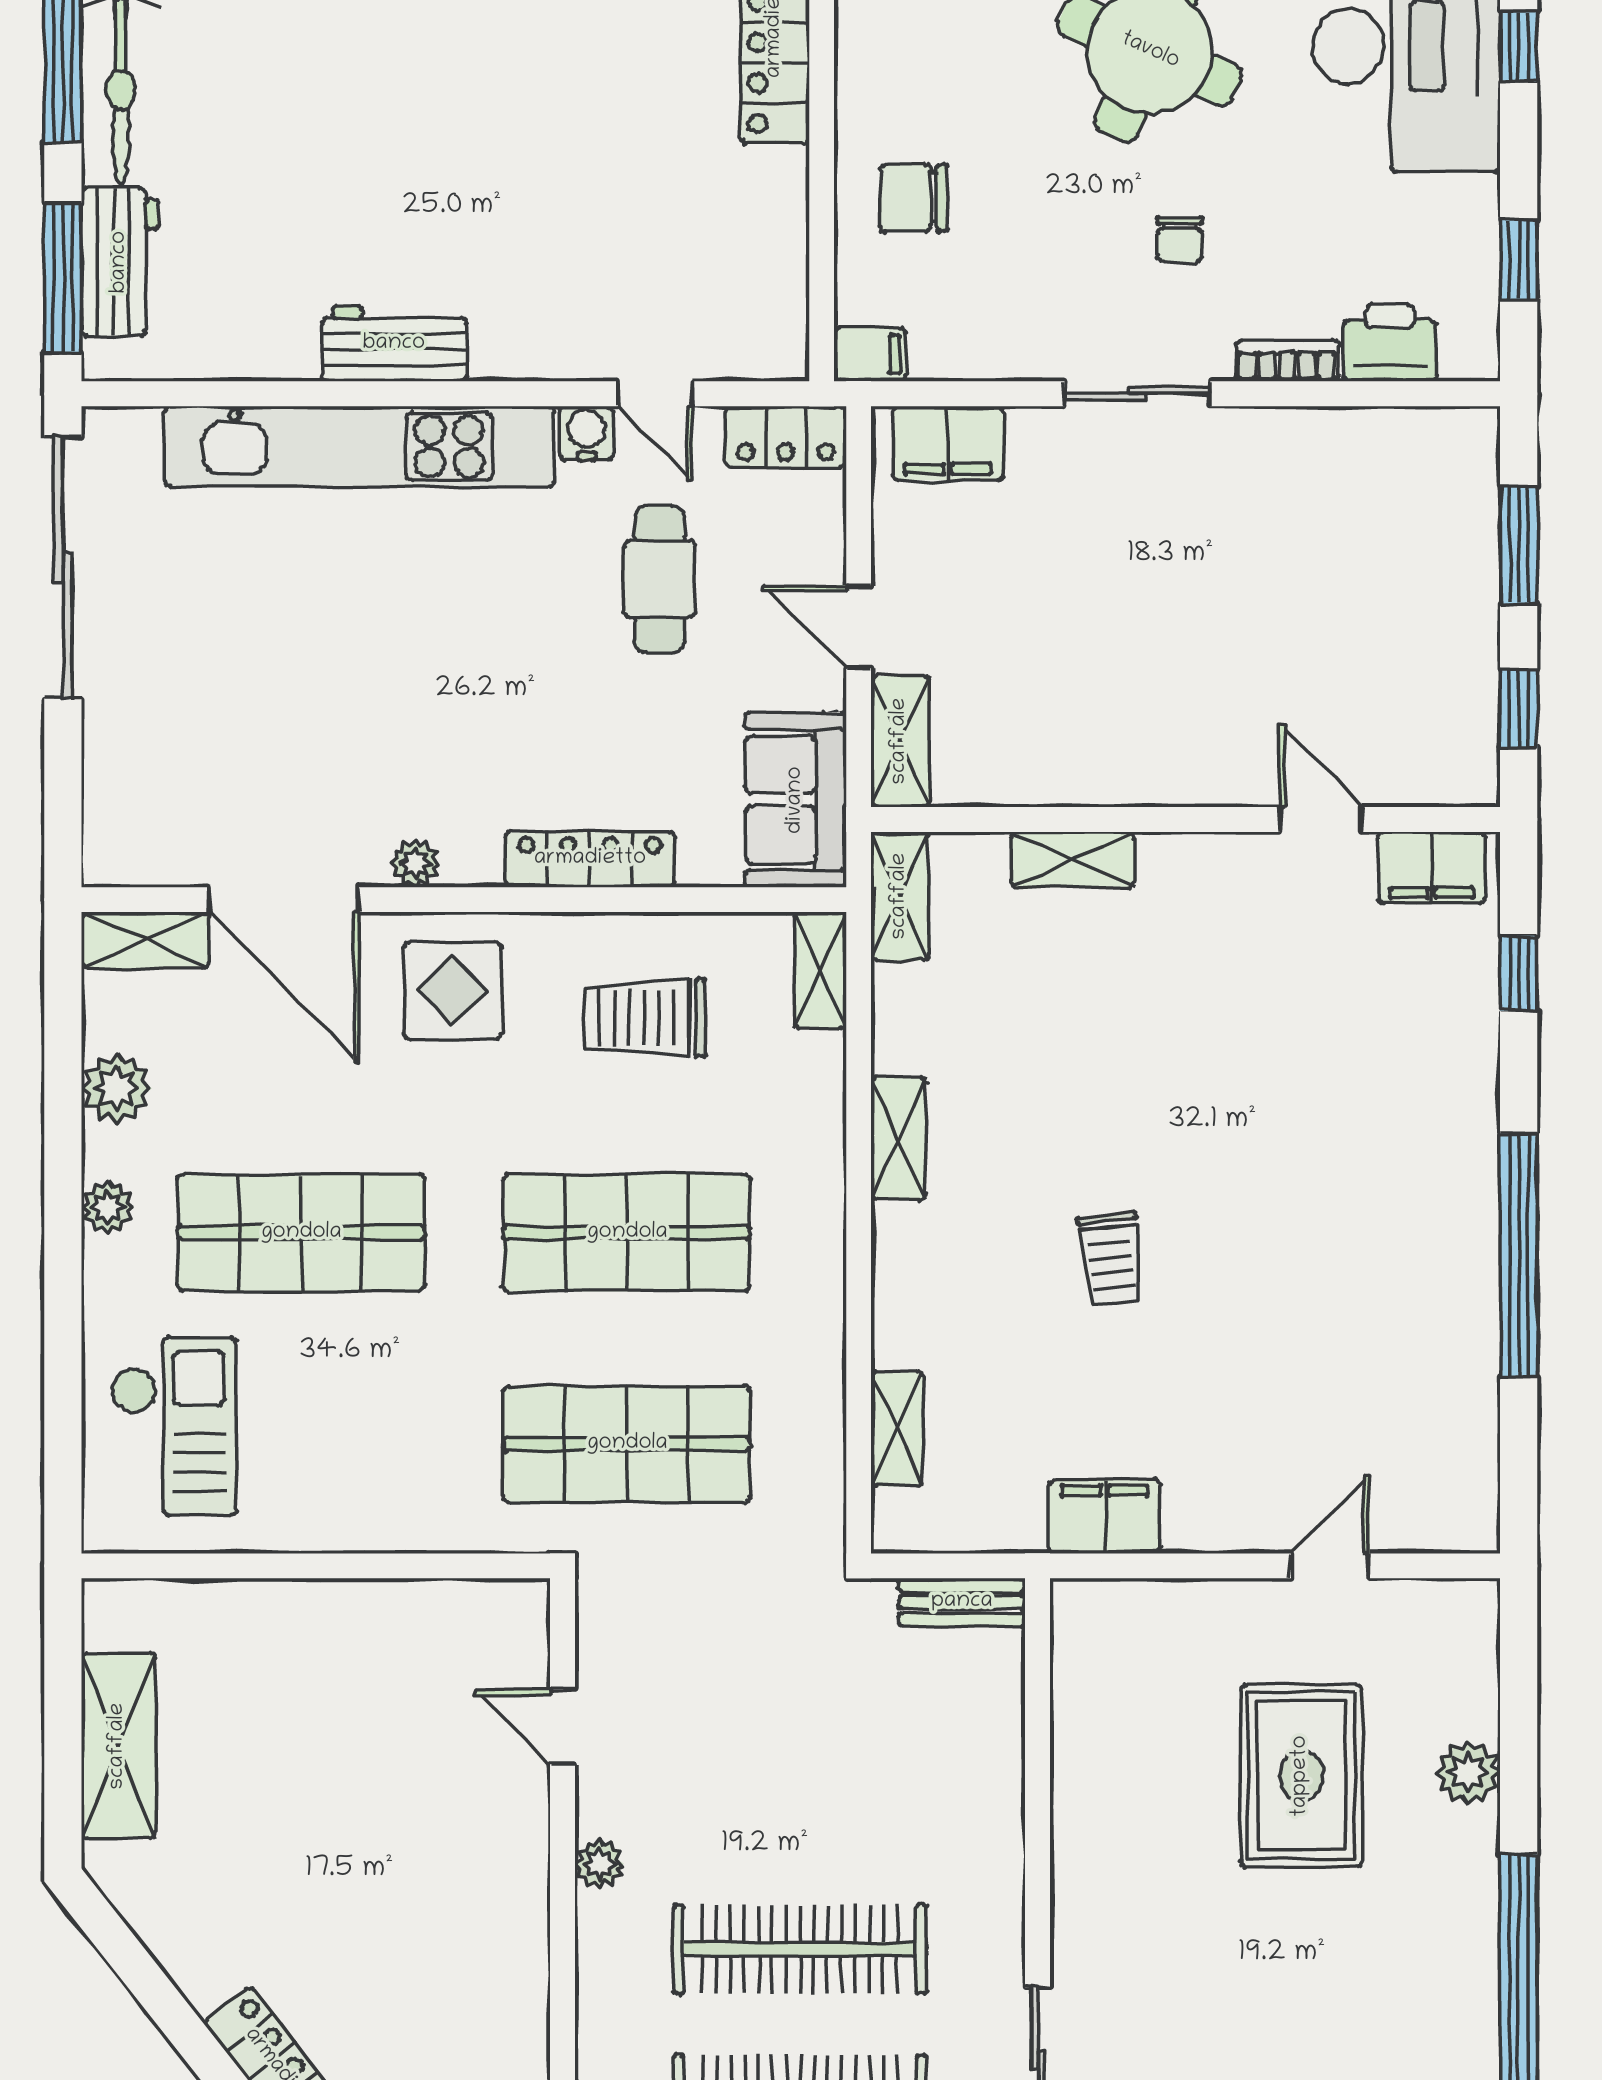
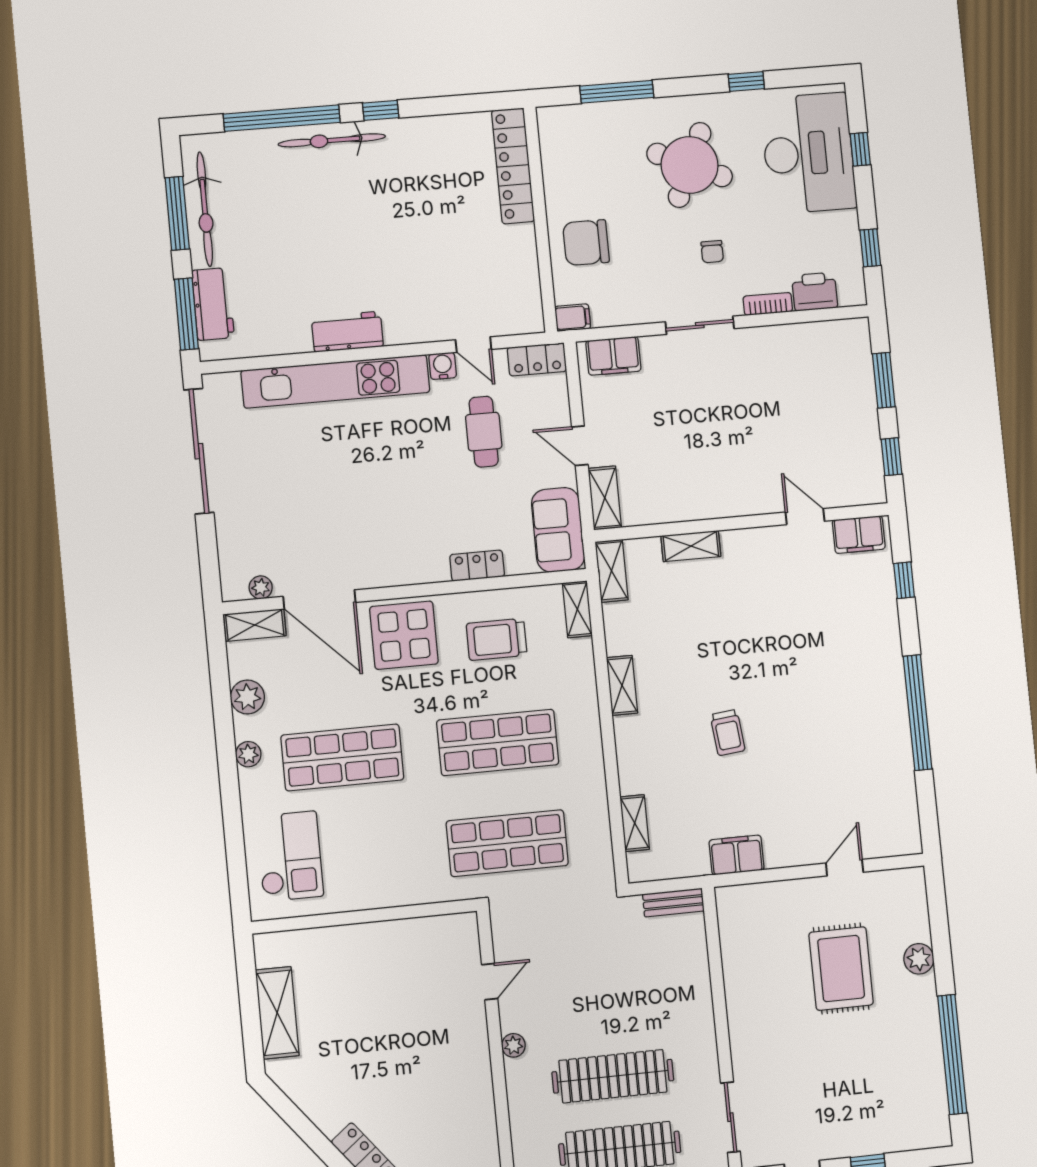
chair: (914, 198) -> (586, 243), width x1.37, depth x1.37
locker: (590, 859) -> (477, 566), width x0.66
plant: (415, 863) -> (261, 587), moved
display table: (452, 991) -> (404, 635), width x1.36, depth x1.36
door: (563, 1727) -> (490, 982), swing flipped

